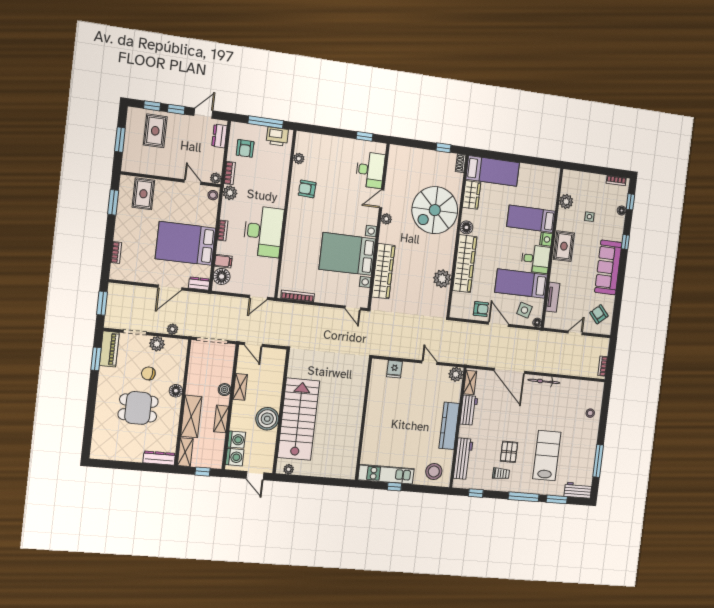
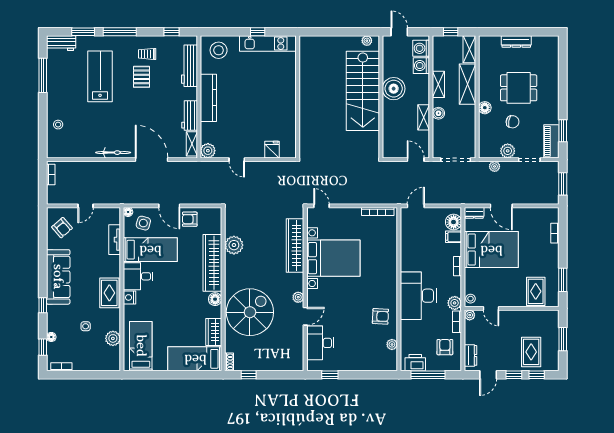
bed: (531, 219) -> (141, 346), moved, turned -90
desk: (263, 232) -> (418, 296), moved
door: (170, 288) -> (501, 206), swing flipped
lab bench: (547, 456) -> (100, 76), turned 180
dresser: (159, 458) -> (516, 41), moved

